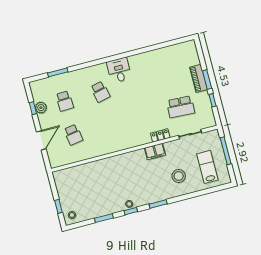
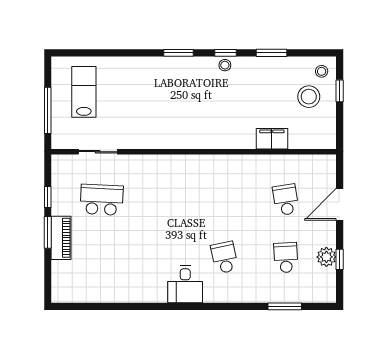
locker: (160, 135) -> (146, 162), removed
filing cabinet: (155, 151) -> (272, 139), moved
lab bench: (207, 167) -> (84, 92), turned 180
stool: (179, 176) -> (309, 97), moved

